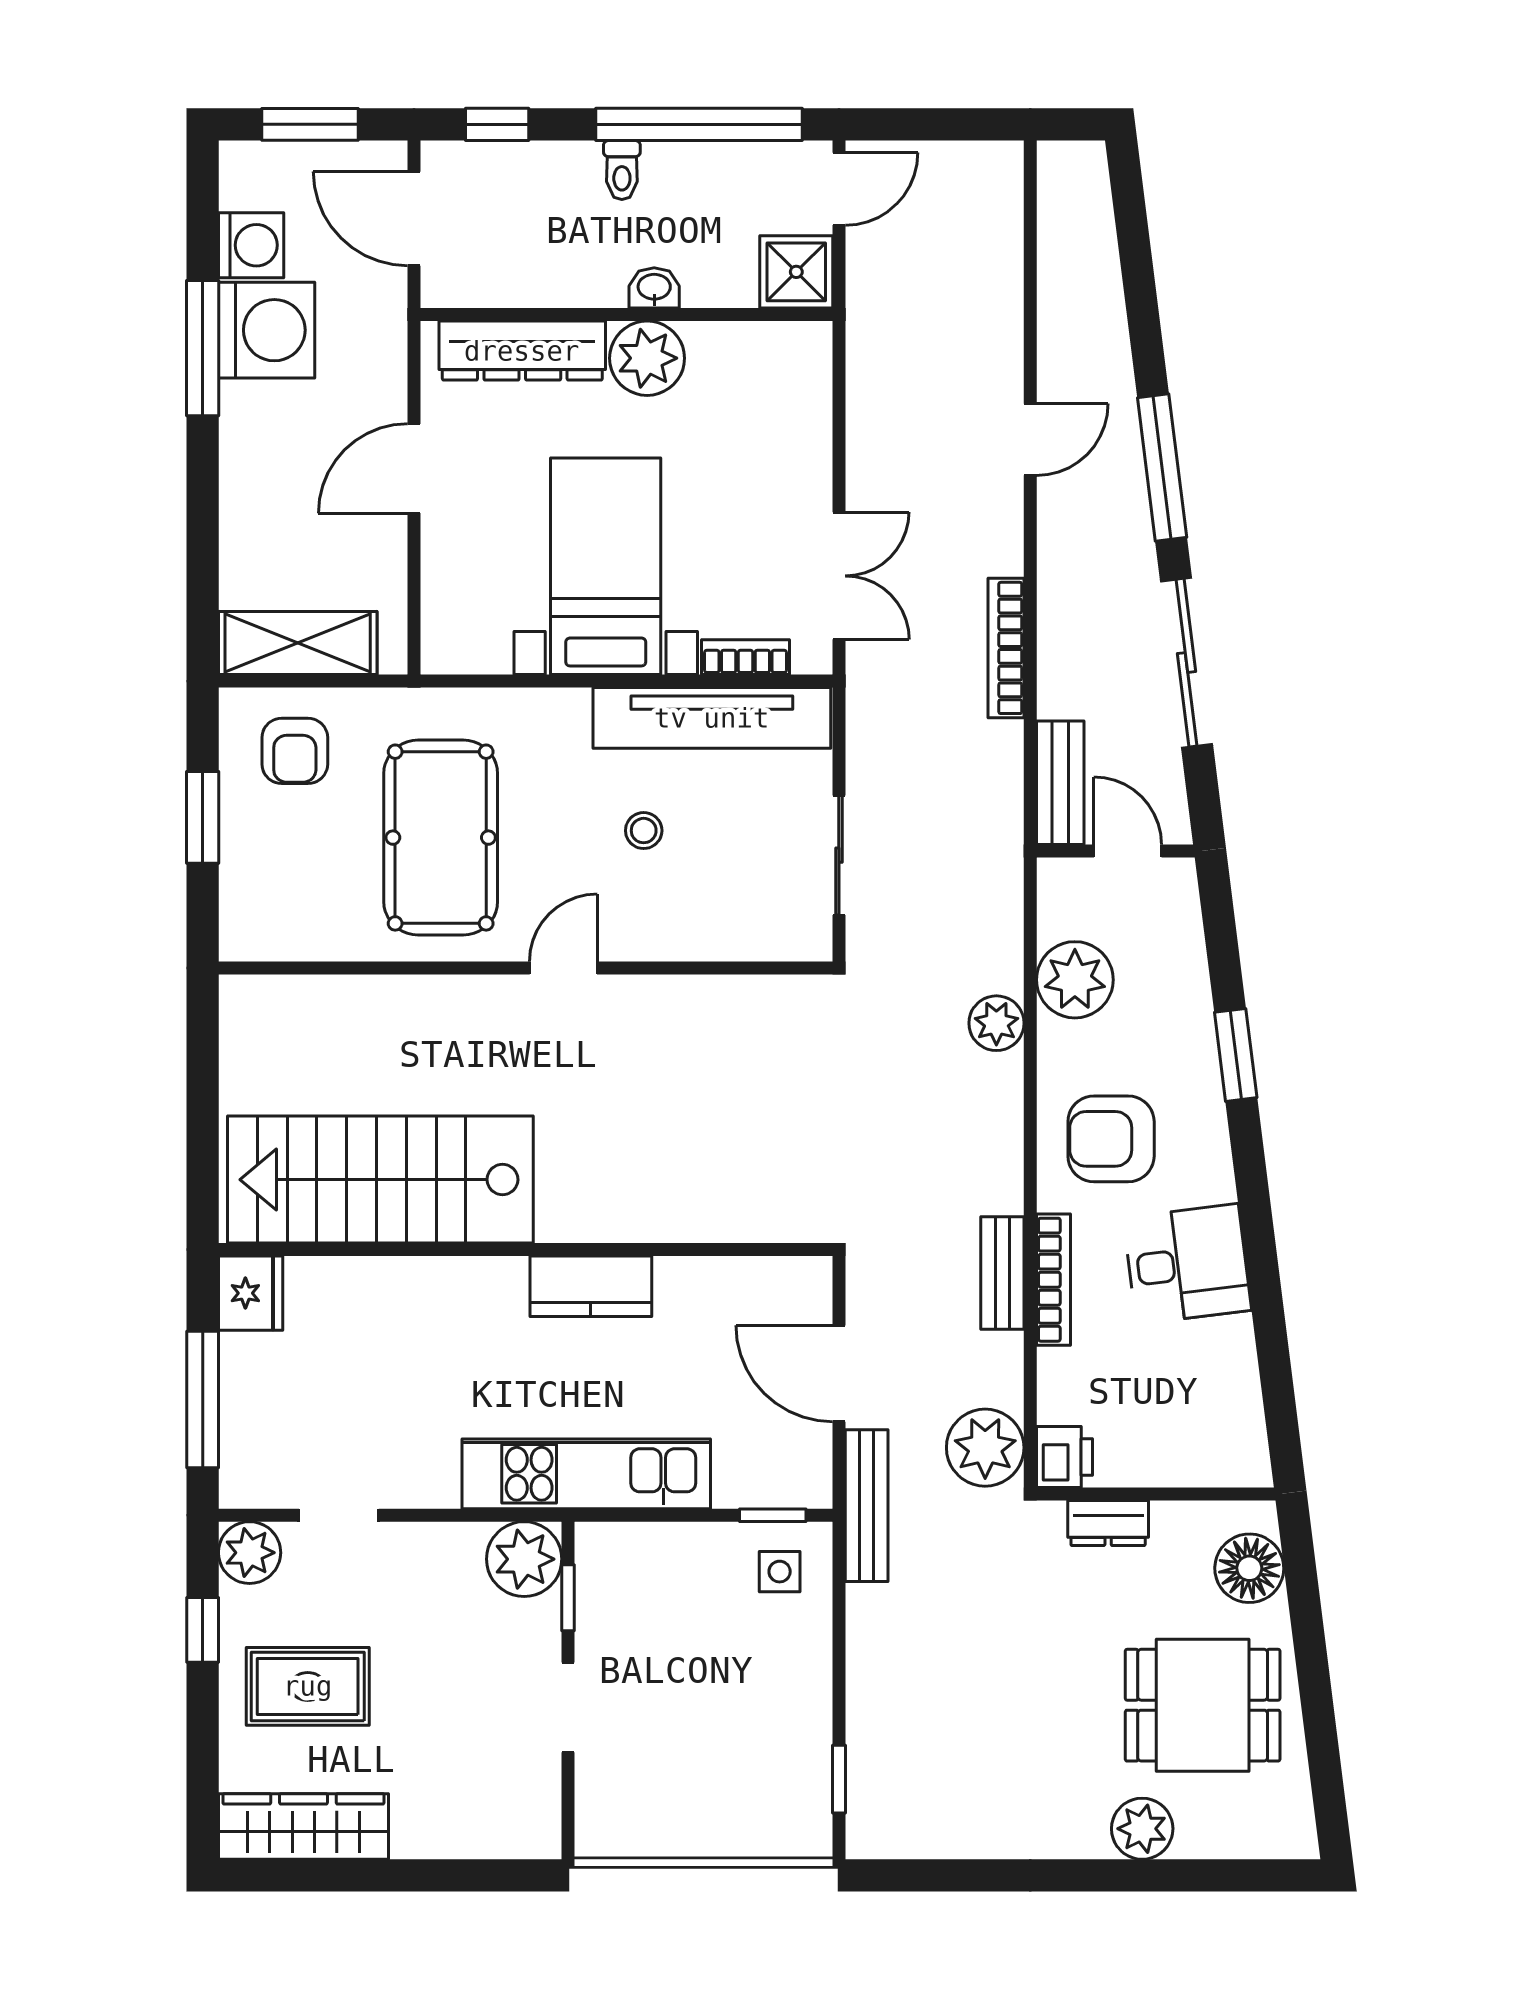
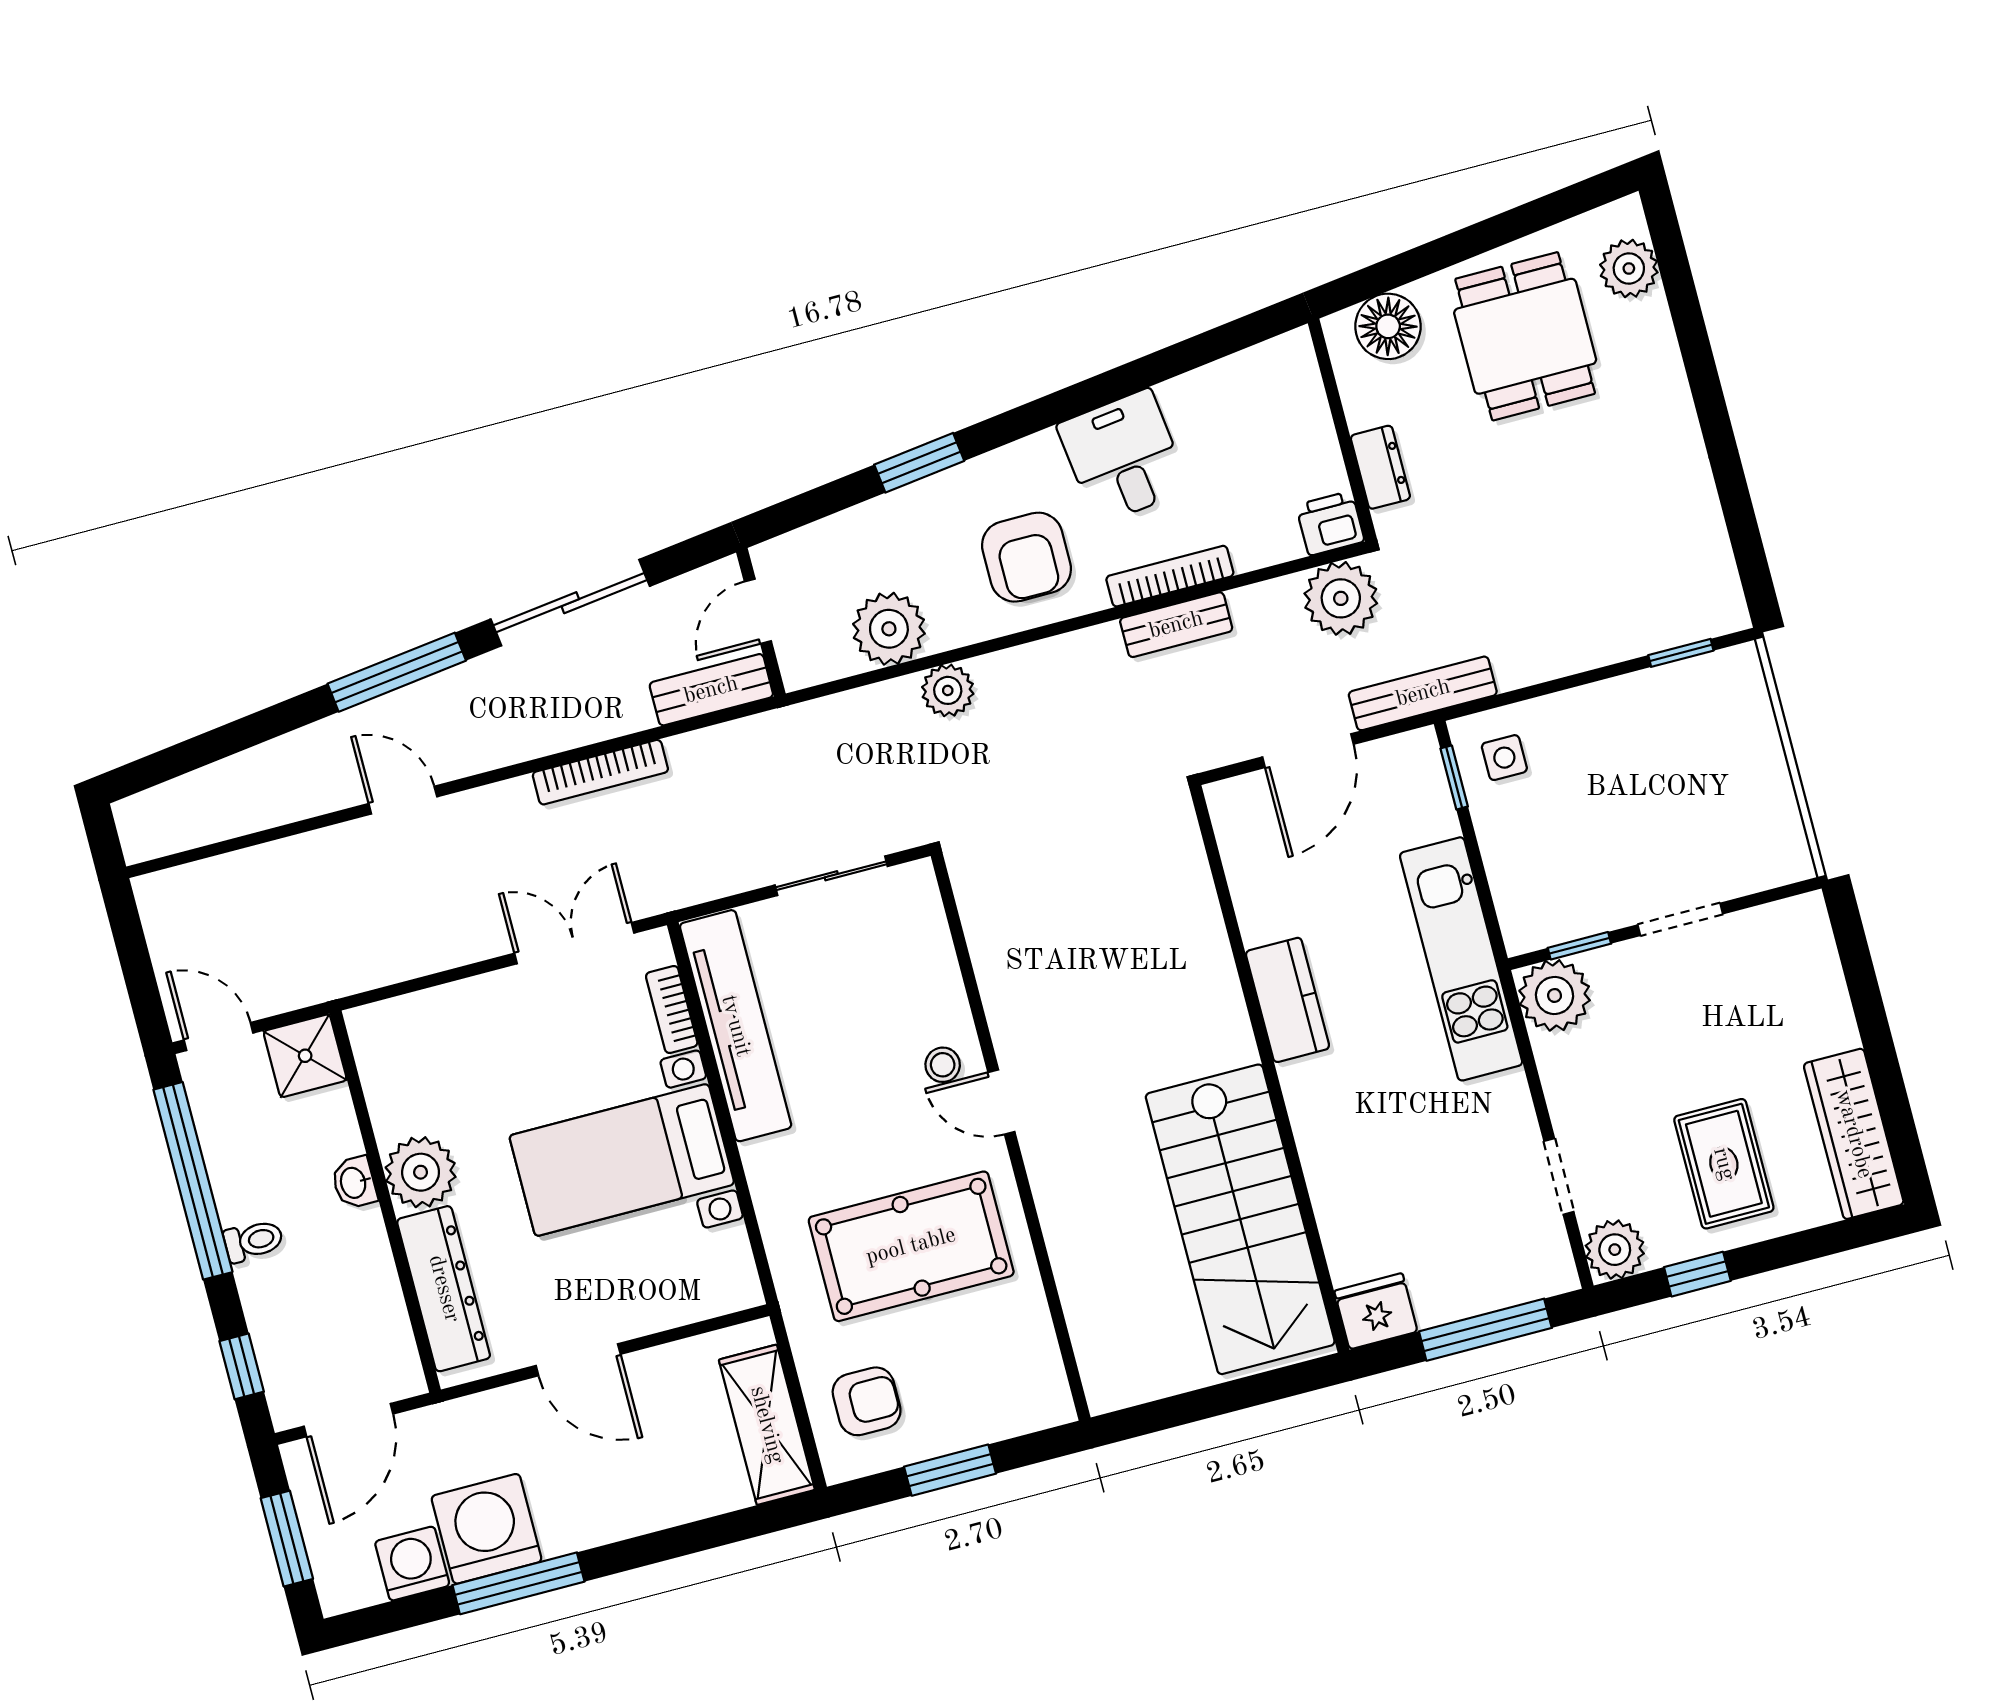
stool: (644, 831) -> (943, 1065), moved
plant: (1142, 1829) -> (1629, 269), moved

